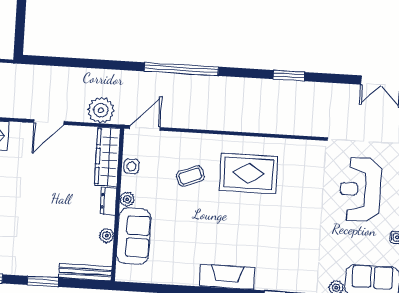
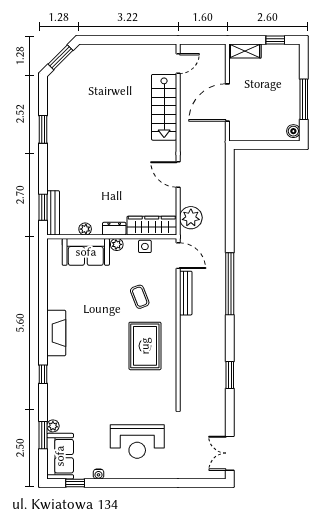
bench: (189, 122) -> (186, 293), added
reception desk: (361, 189) -> (137, 441), turned 180
window: (43, 281) -> (43, 207), moved

